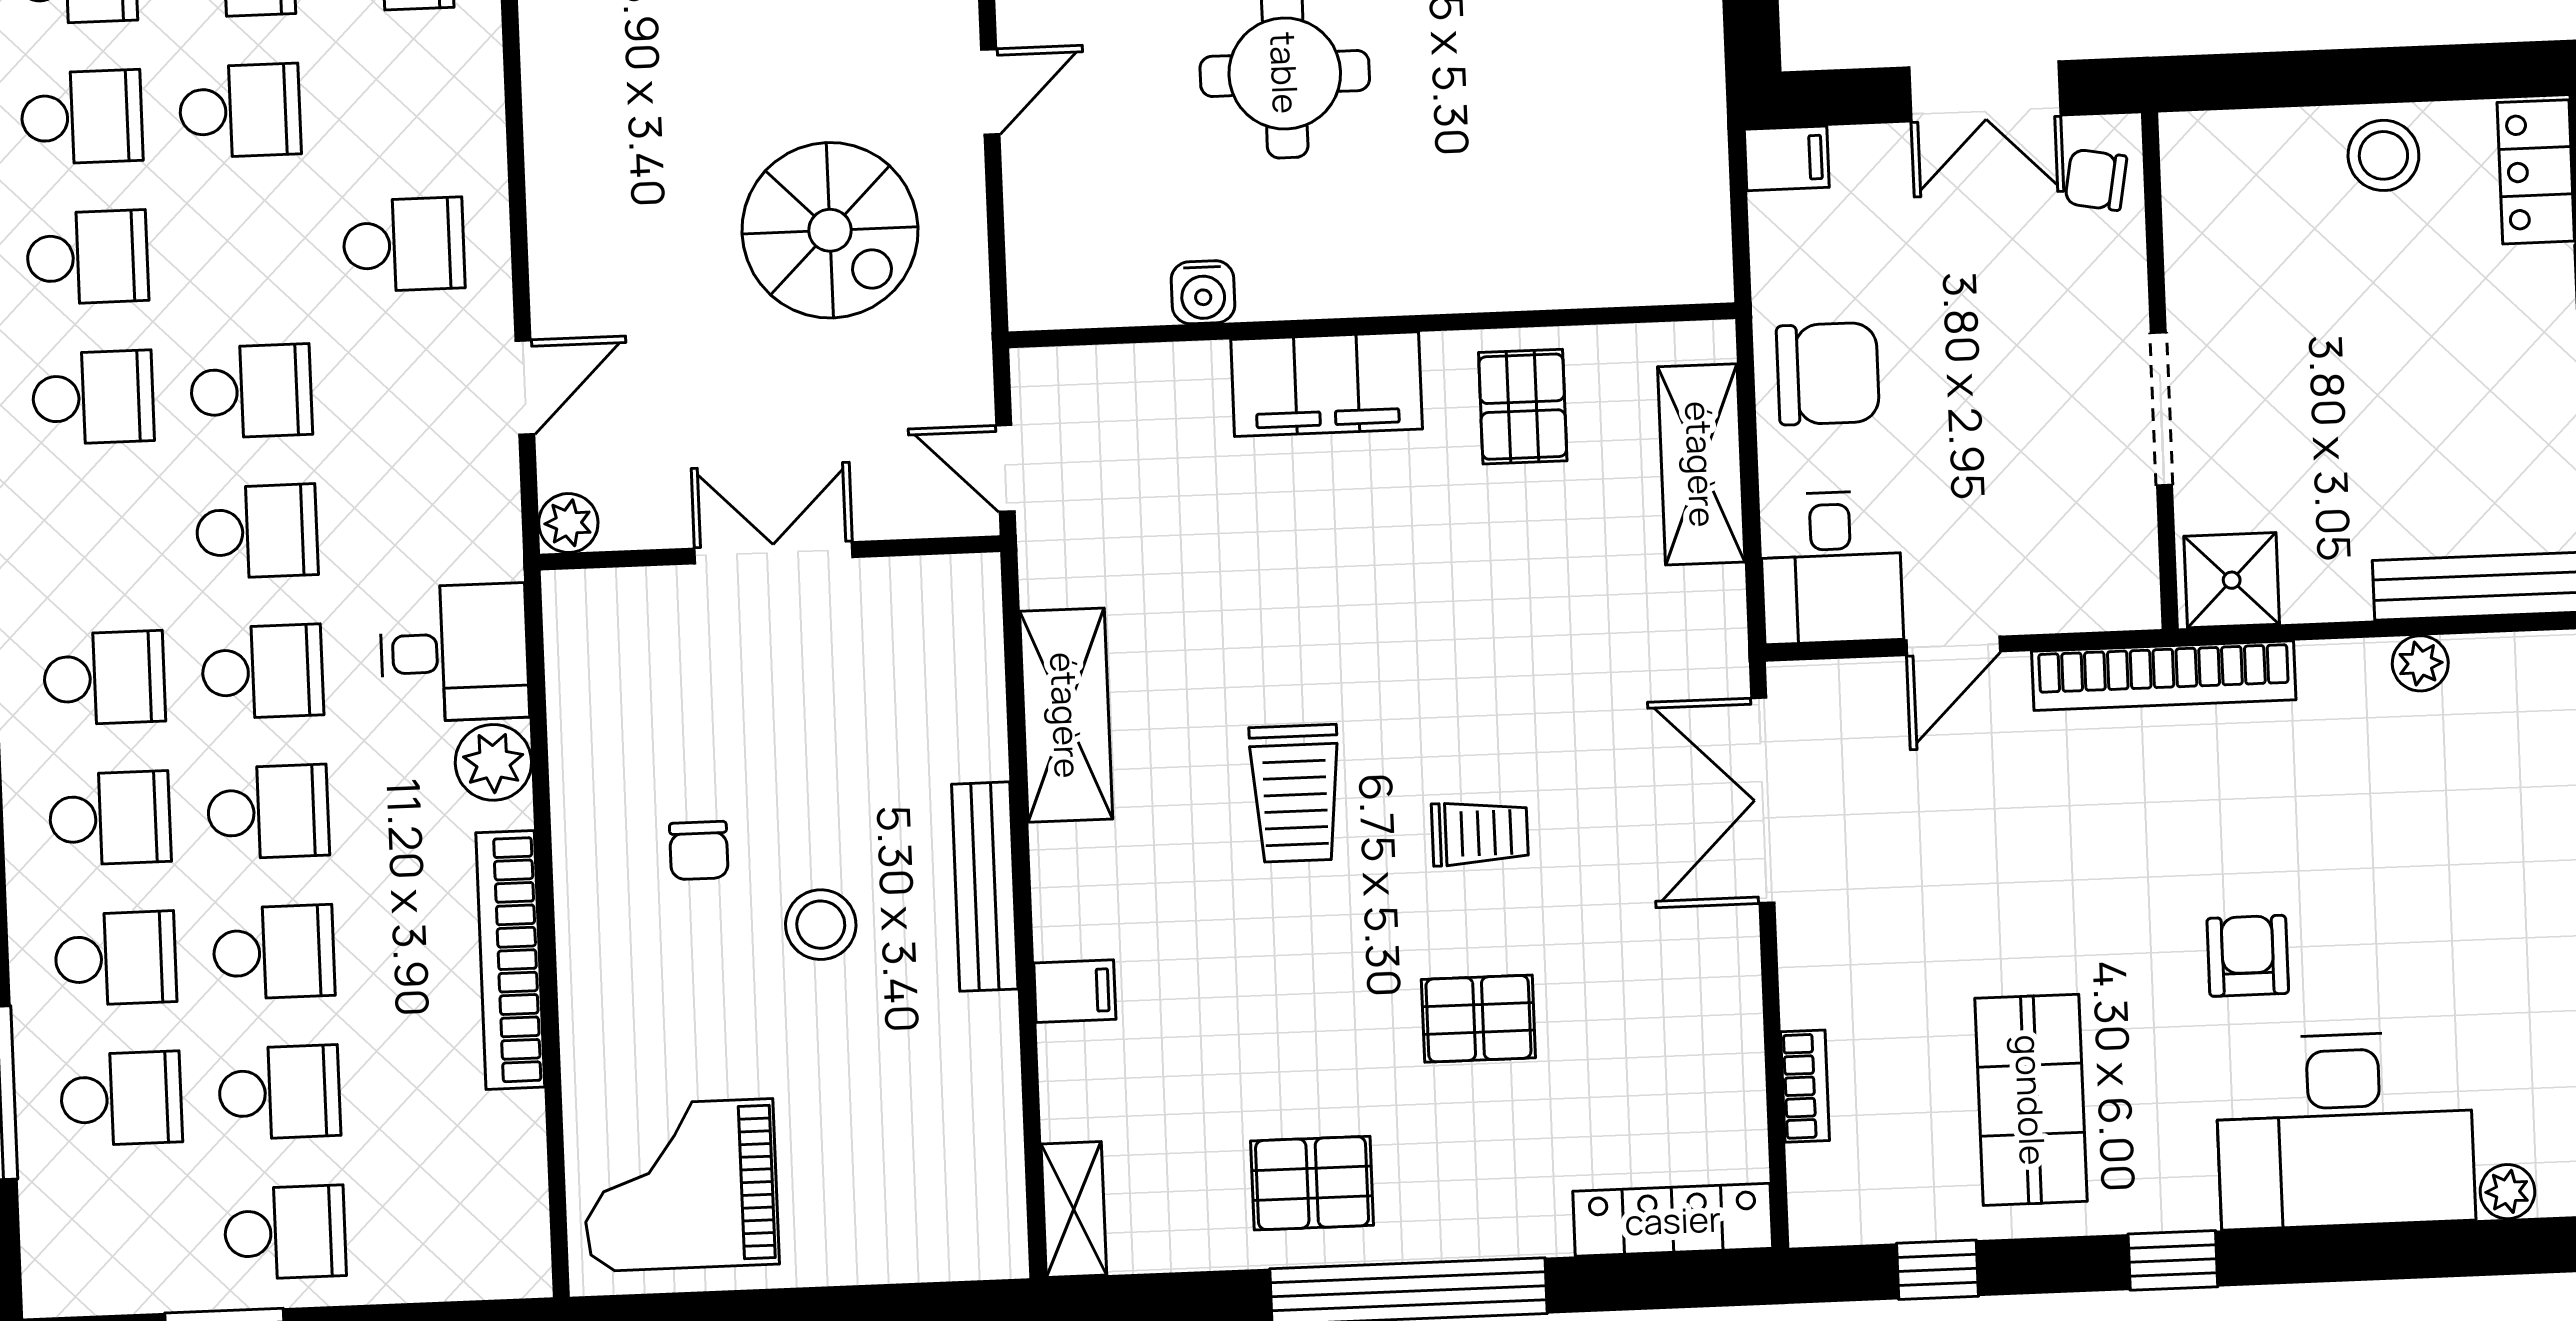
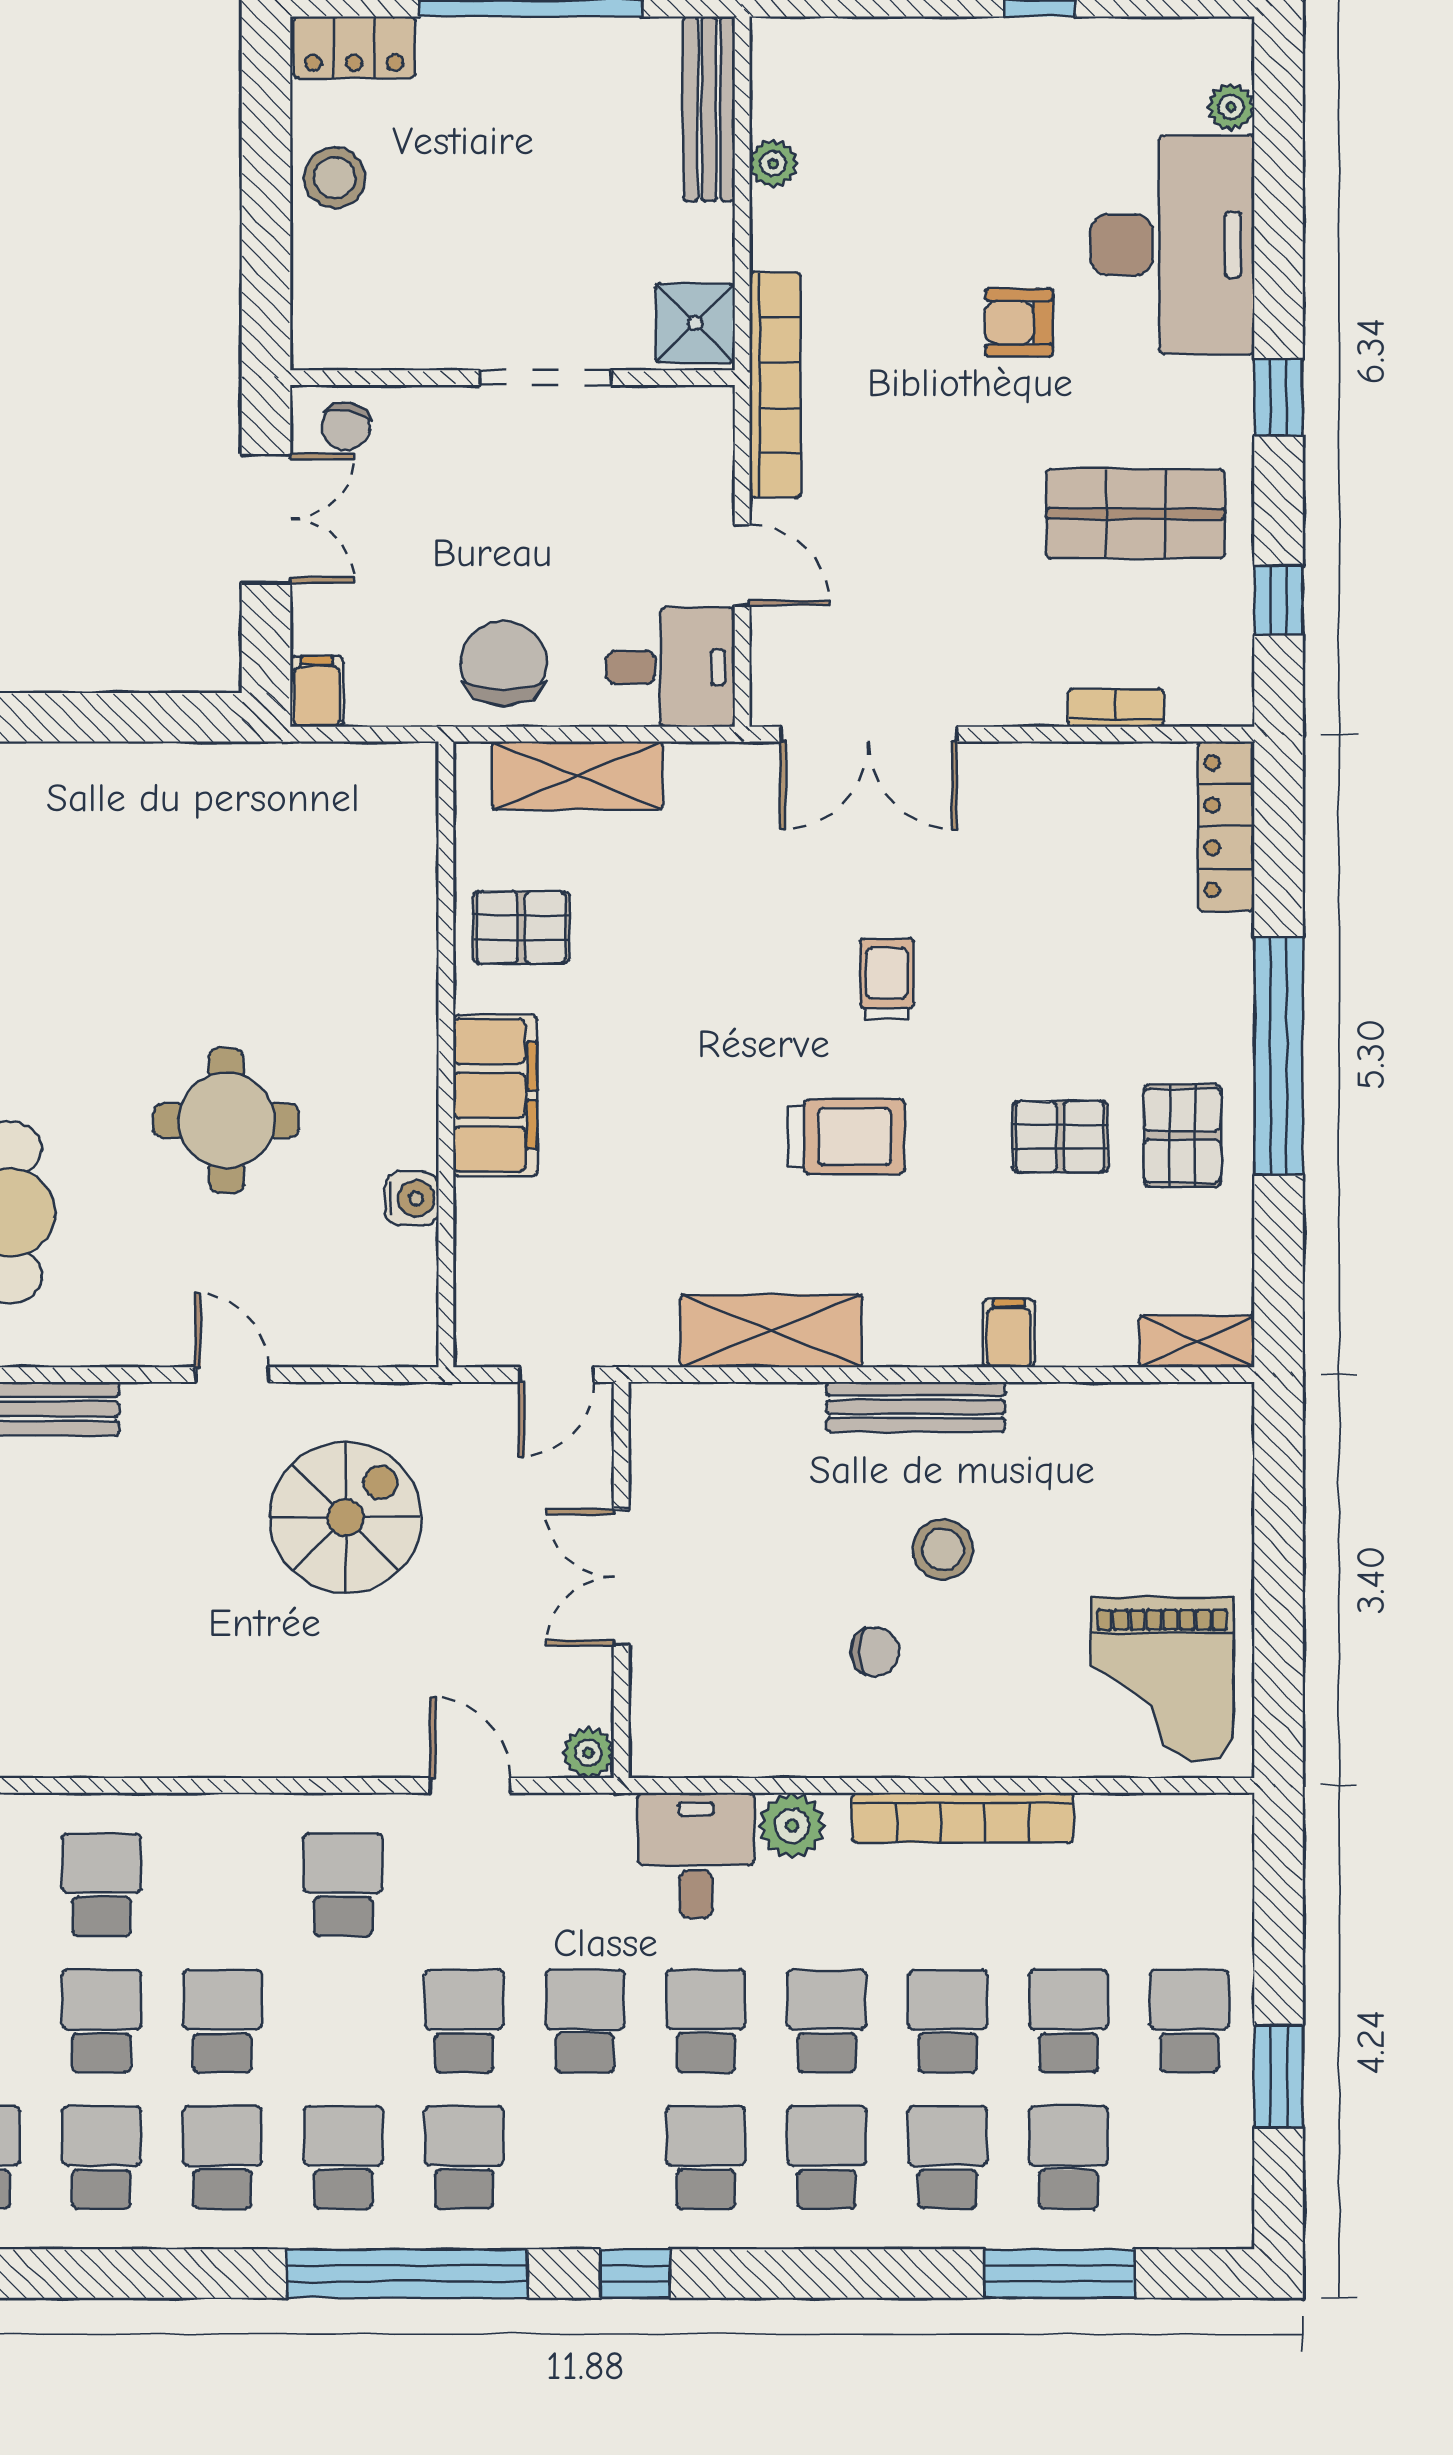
pallet: (1478, 1019) -> (1060, 1137), moved, turned 90

